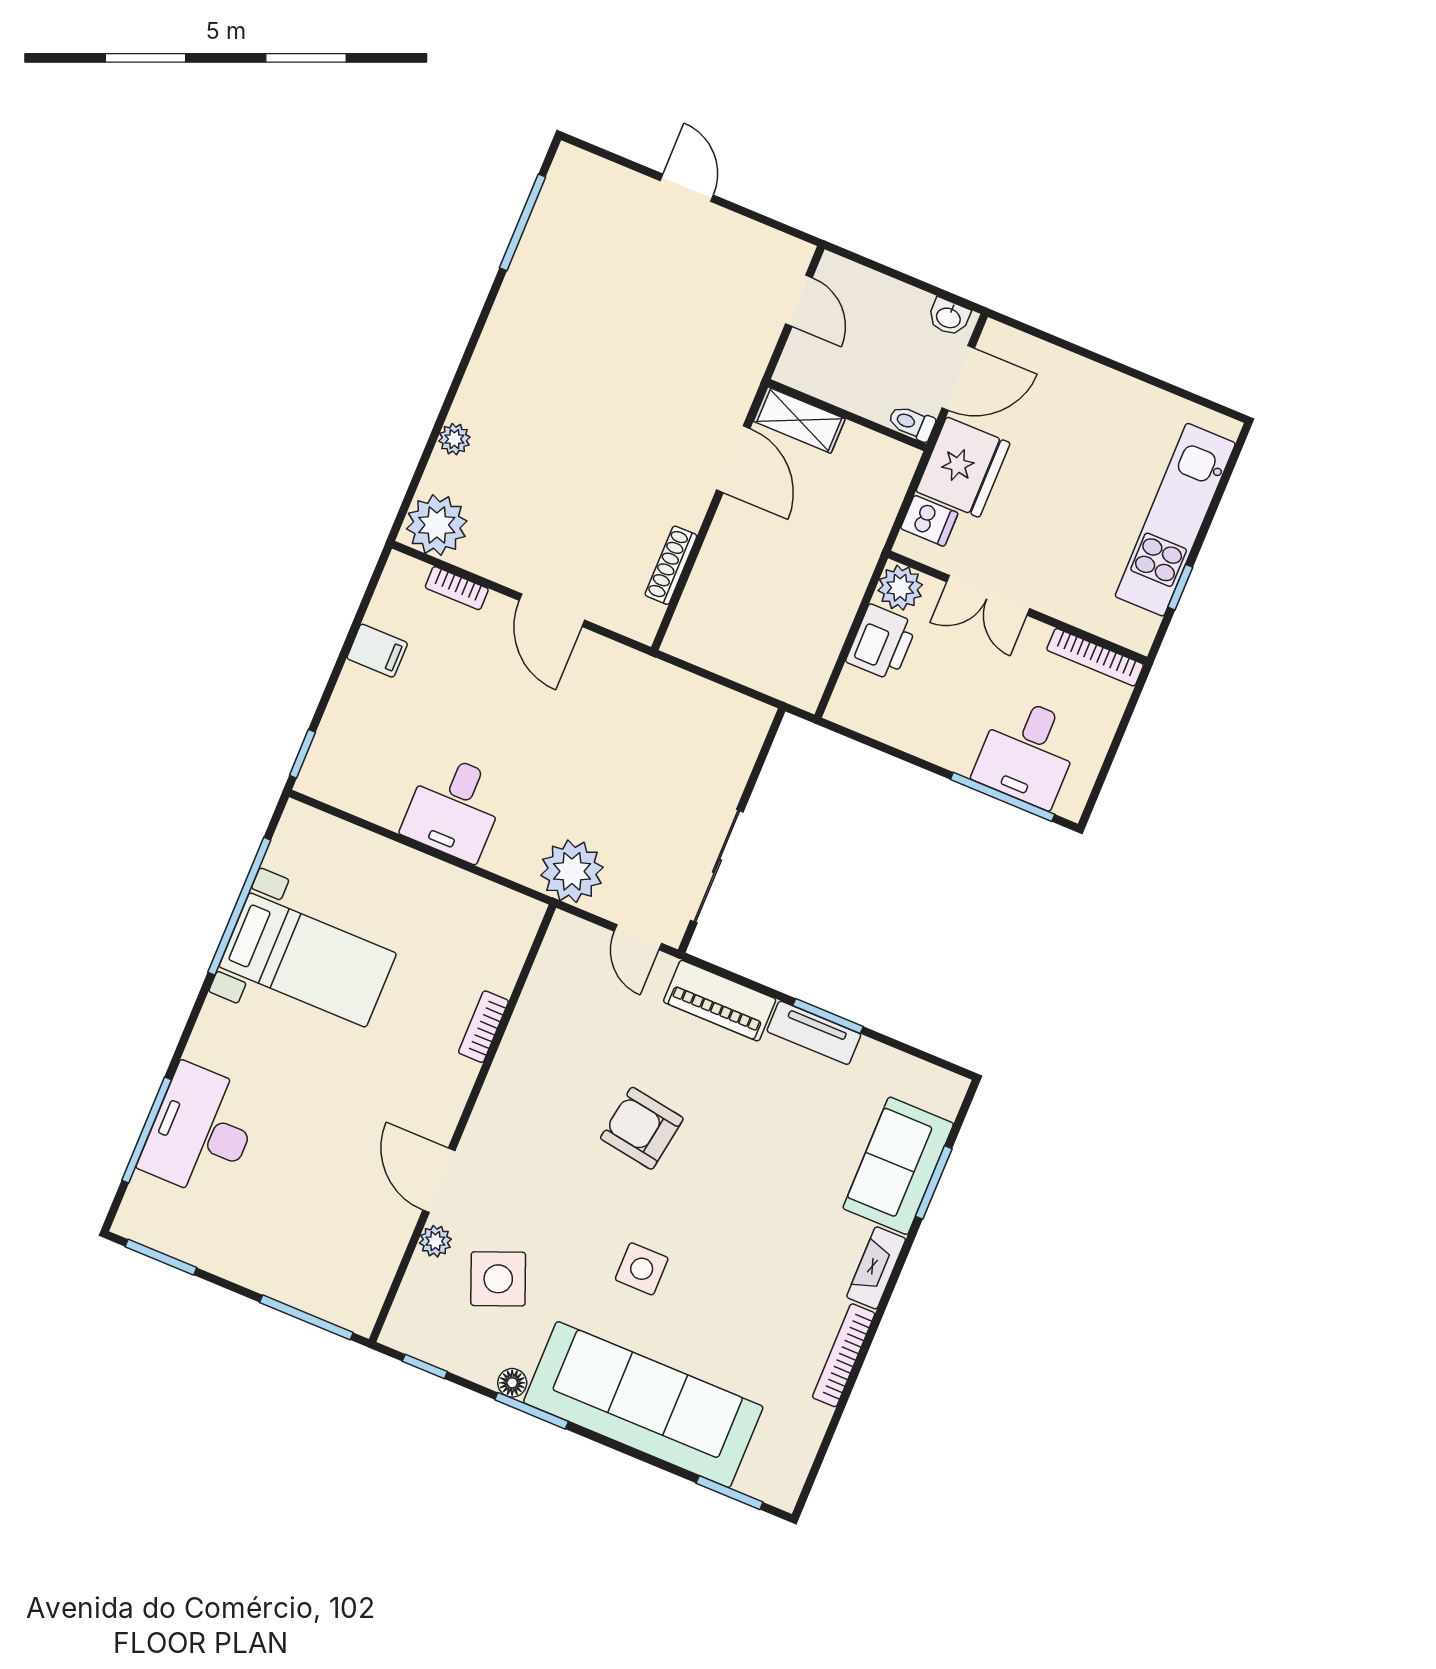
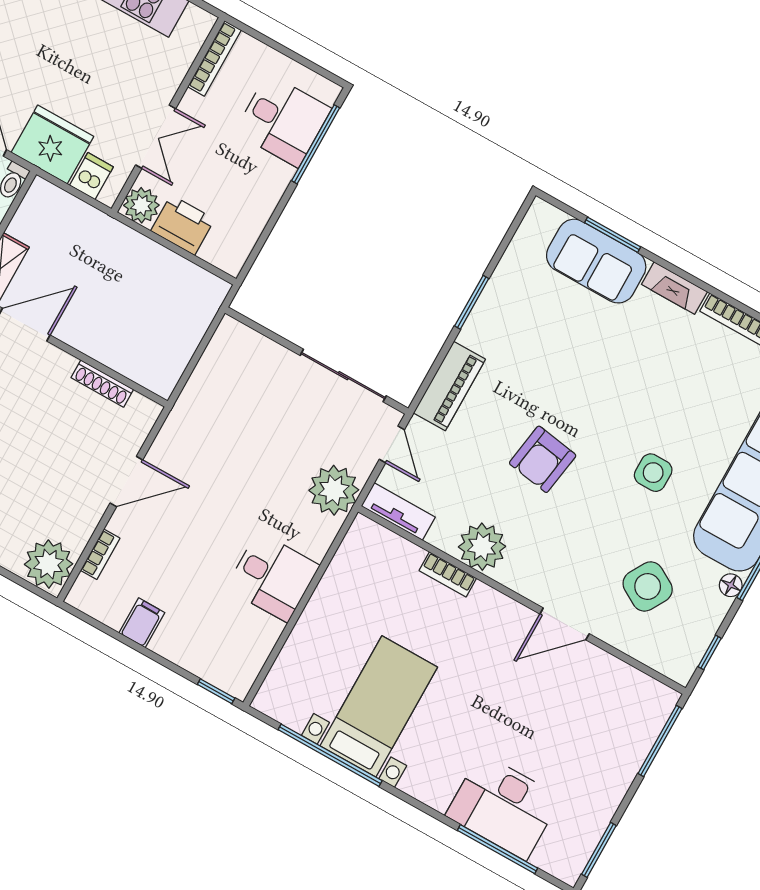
door: (638, 937) -> (392, 445), hinge flipped
tv unit: (814, 1033) -> (398, 512), moved, turned -90
plant: (435, 1241) -> (482, 547), moved, width x1.88, depth x1.88
side table: (498, 1279) -> (648, 586), turned -38

